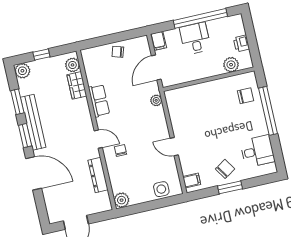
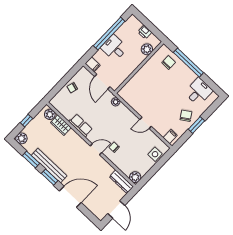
dresser: (98, 175) -> (121, 182), moved

